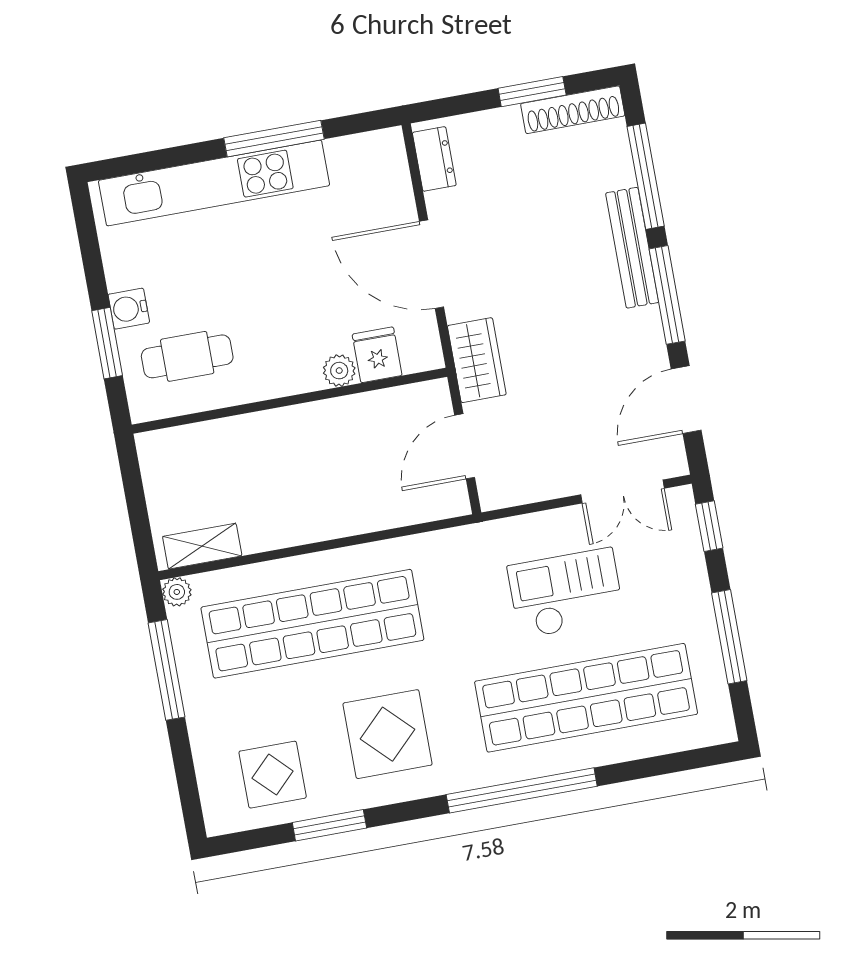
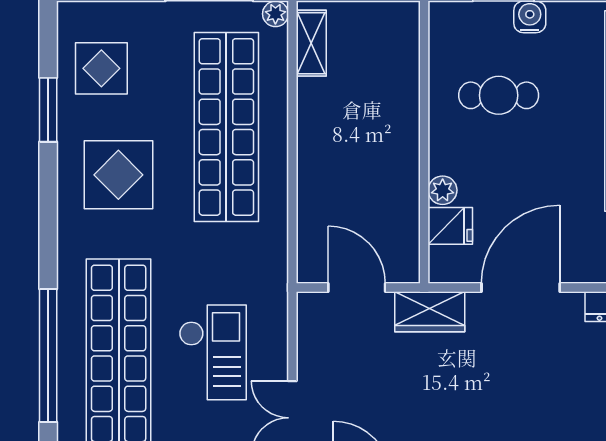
cafe table: (187, 356) -> (499, 95), moved, turned 90
window: (522, 790) -> (48, 356), moved

